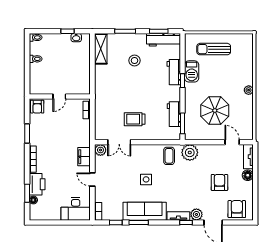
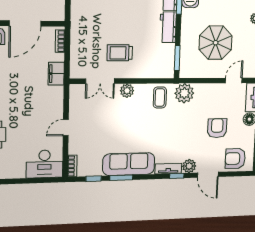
door: (59, 96) -> (25, 23), width x1.88
workbench: (174, 114) -> (168, 27), moved
door: (232, 142) -> (234, 81), hinge flipped
plant: (100, 150) -> (127, 91), moved
filing cabinet: (84, 157) -> (56, 74), moved
door: (92, 179) -> (66, 127), hinge flipped
side table: (146, 179) -> (132, 126), removed
armchair: (237, 209) -> (235, 159), turned -90

